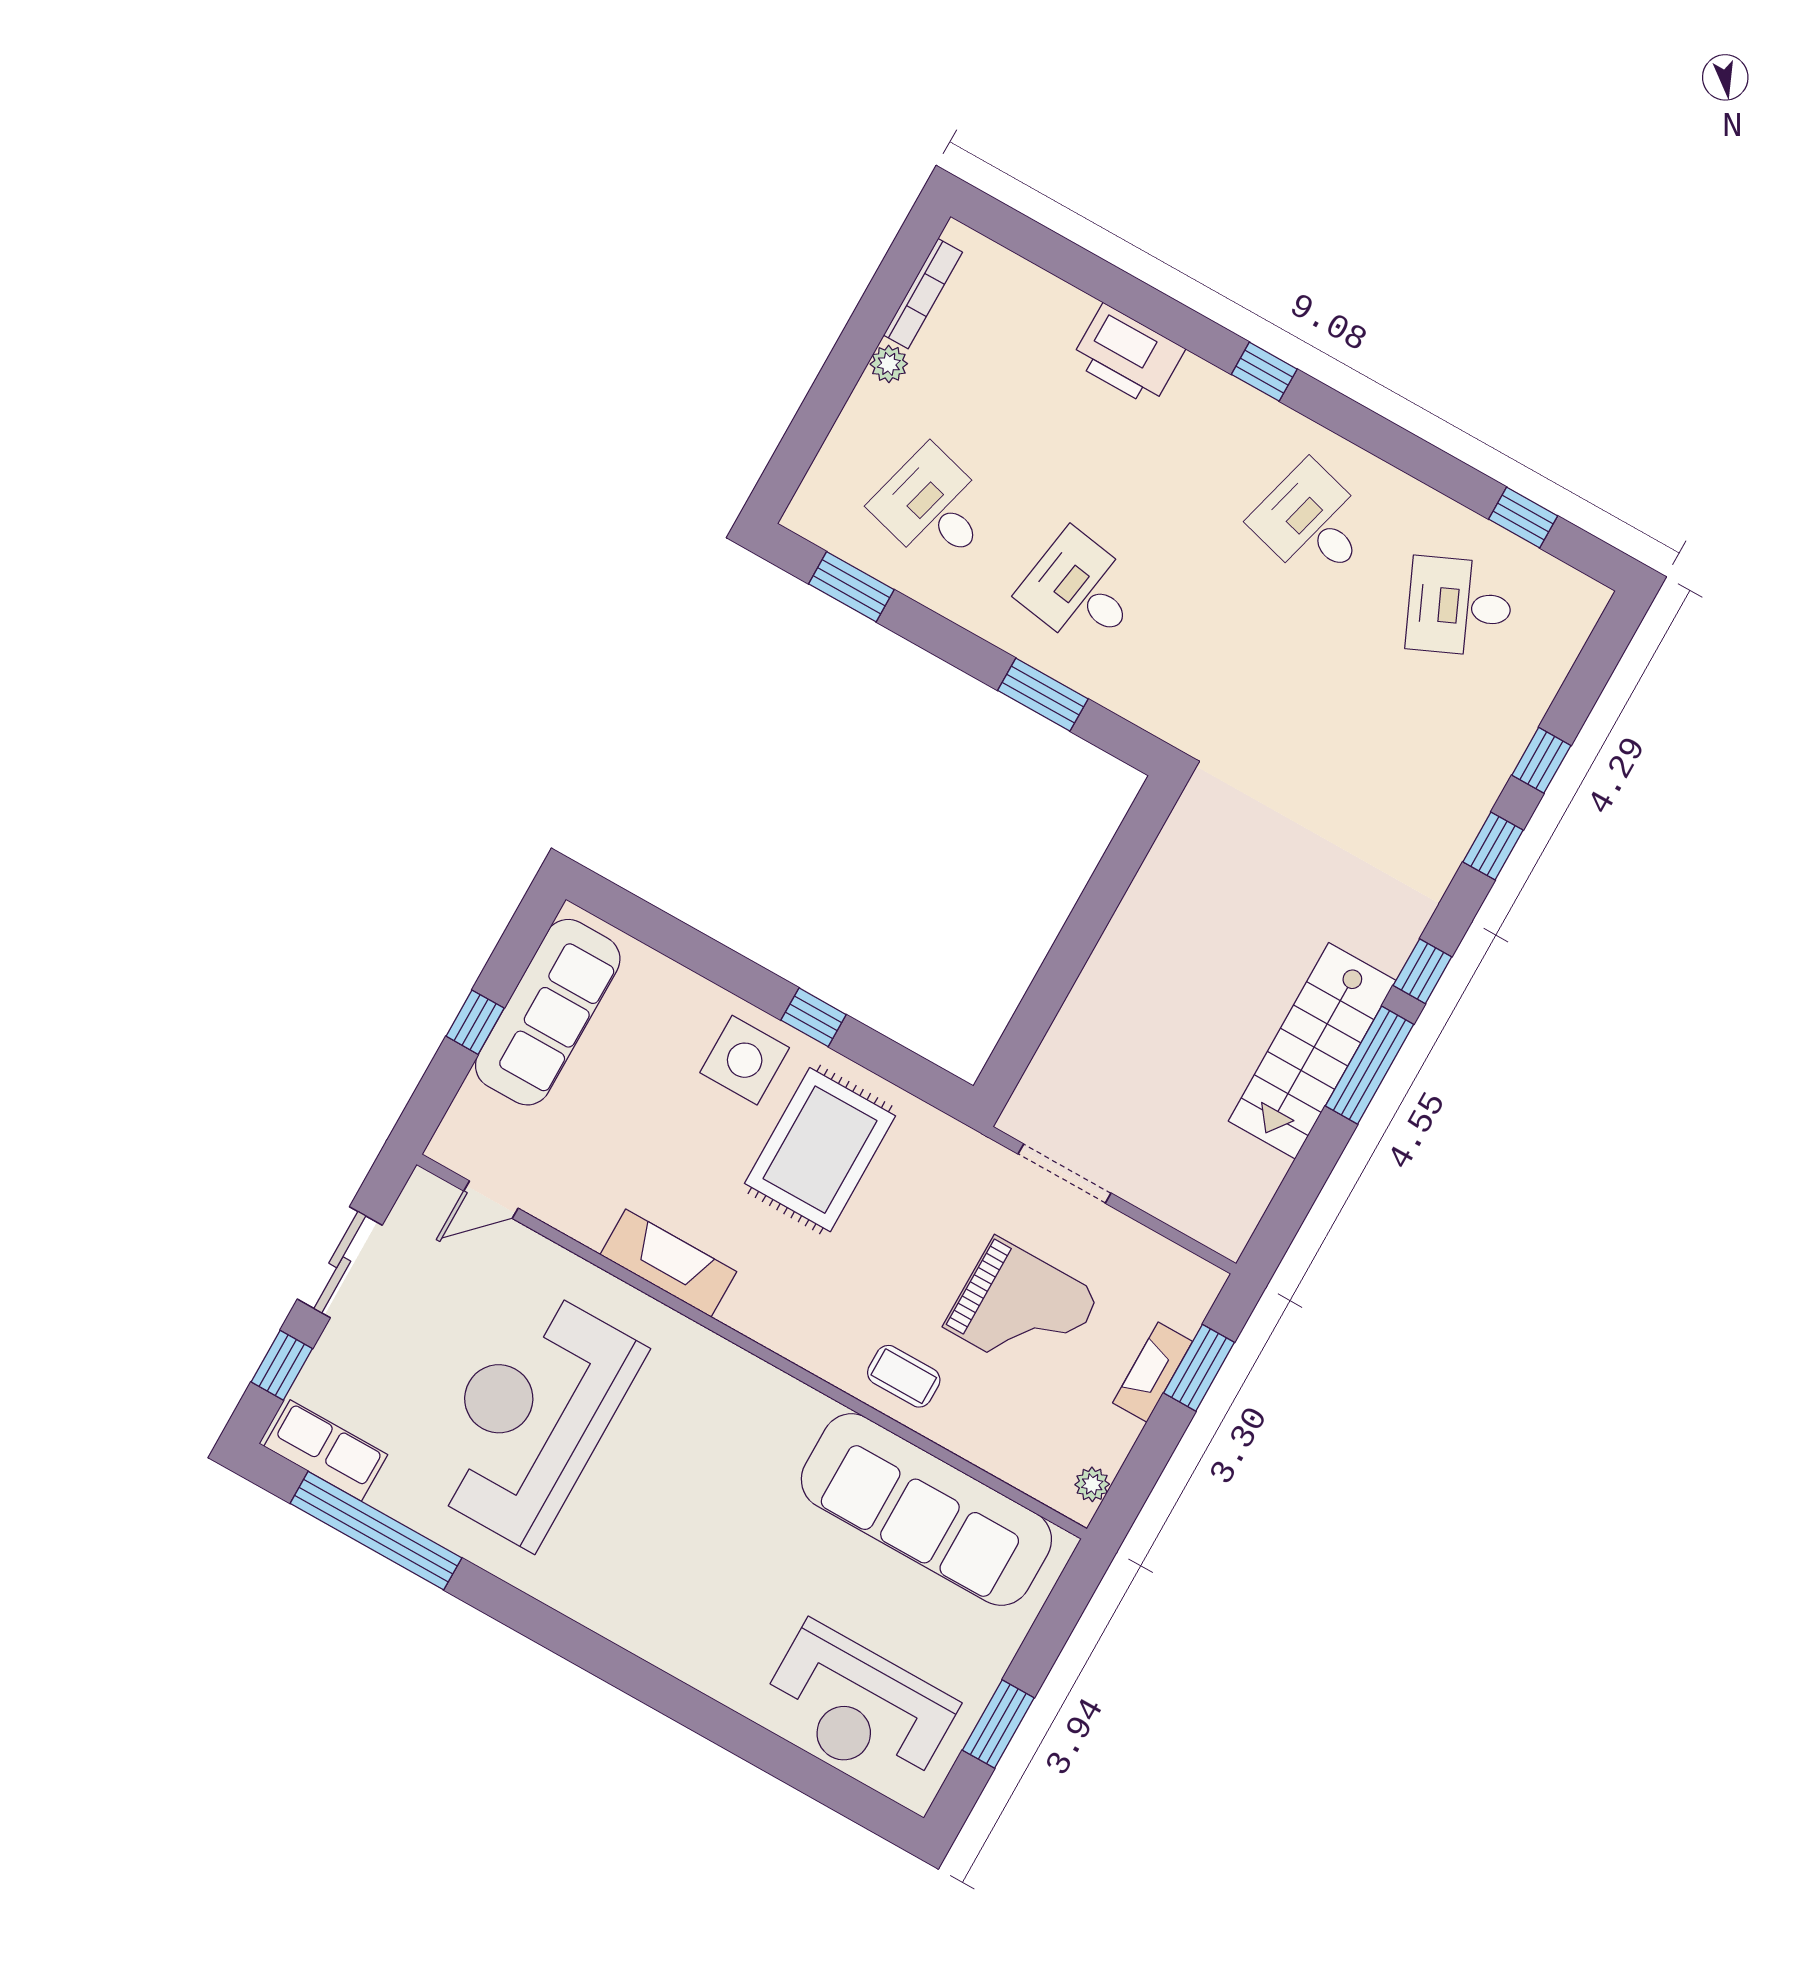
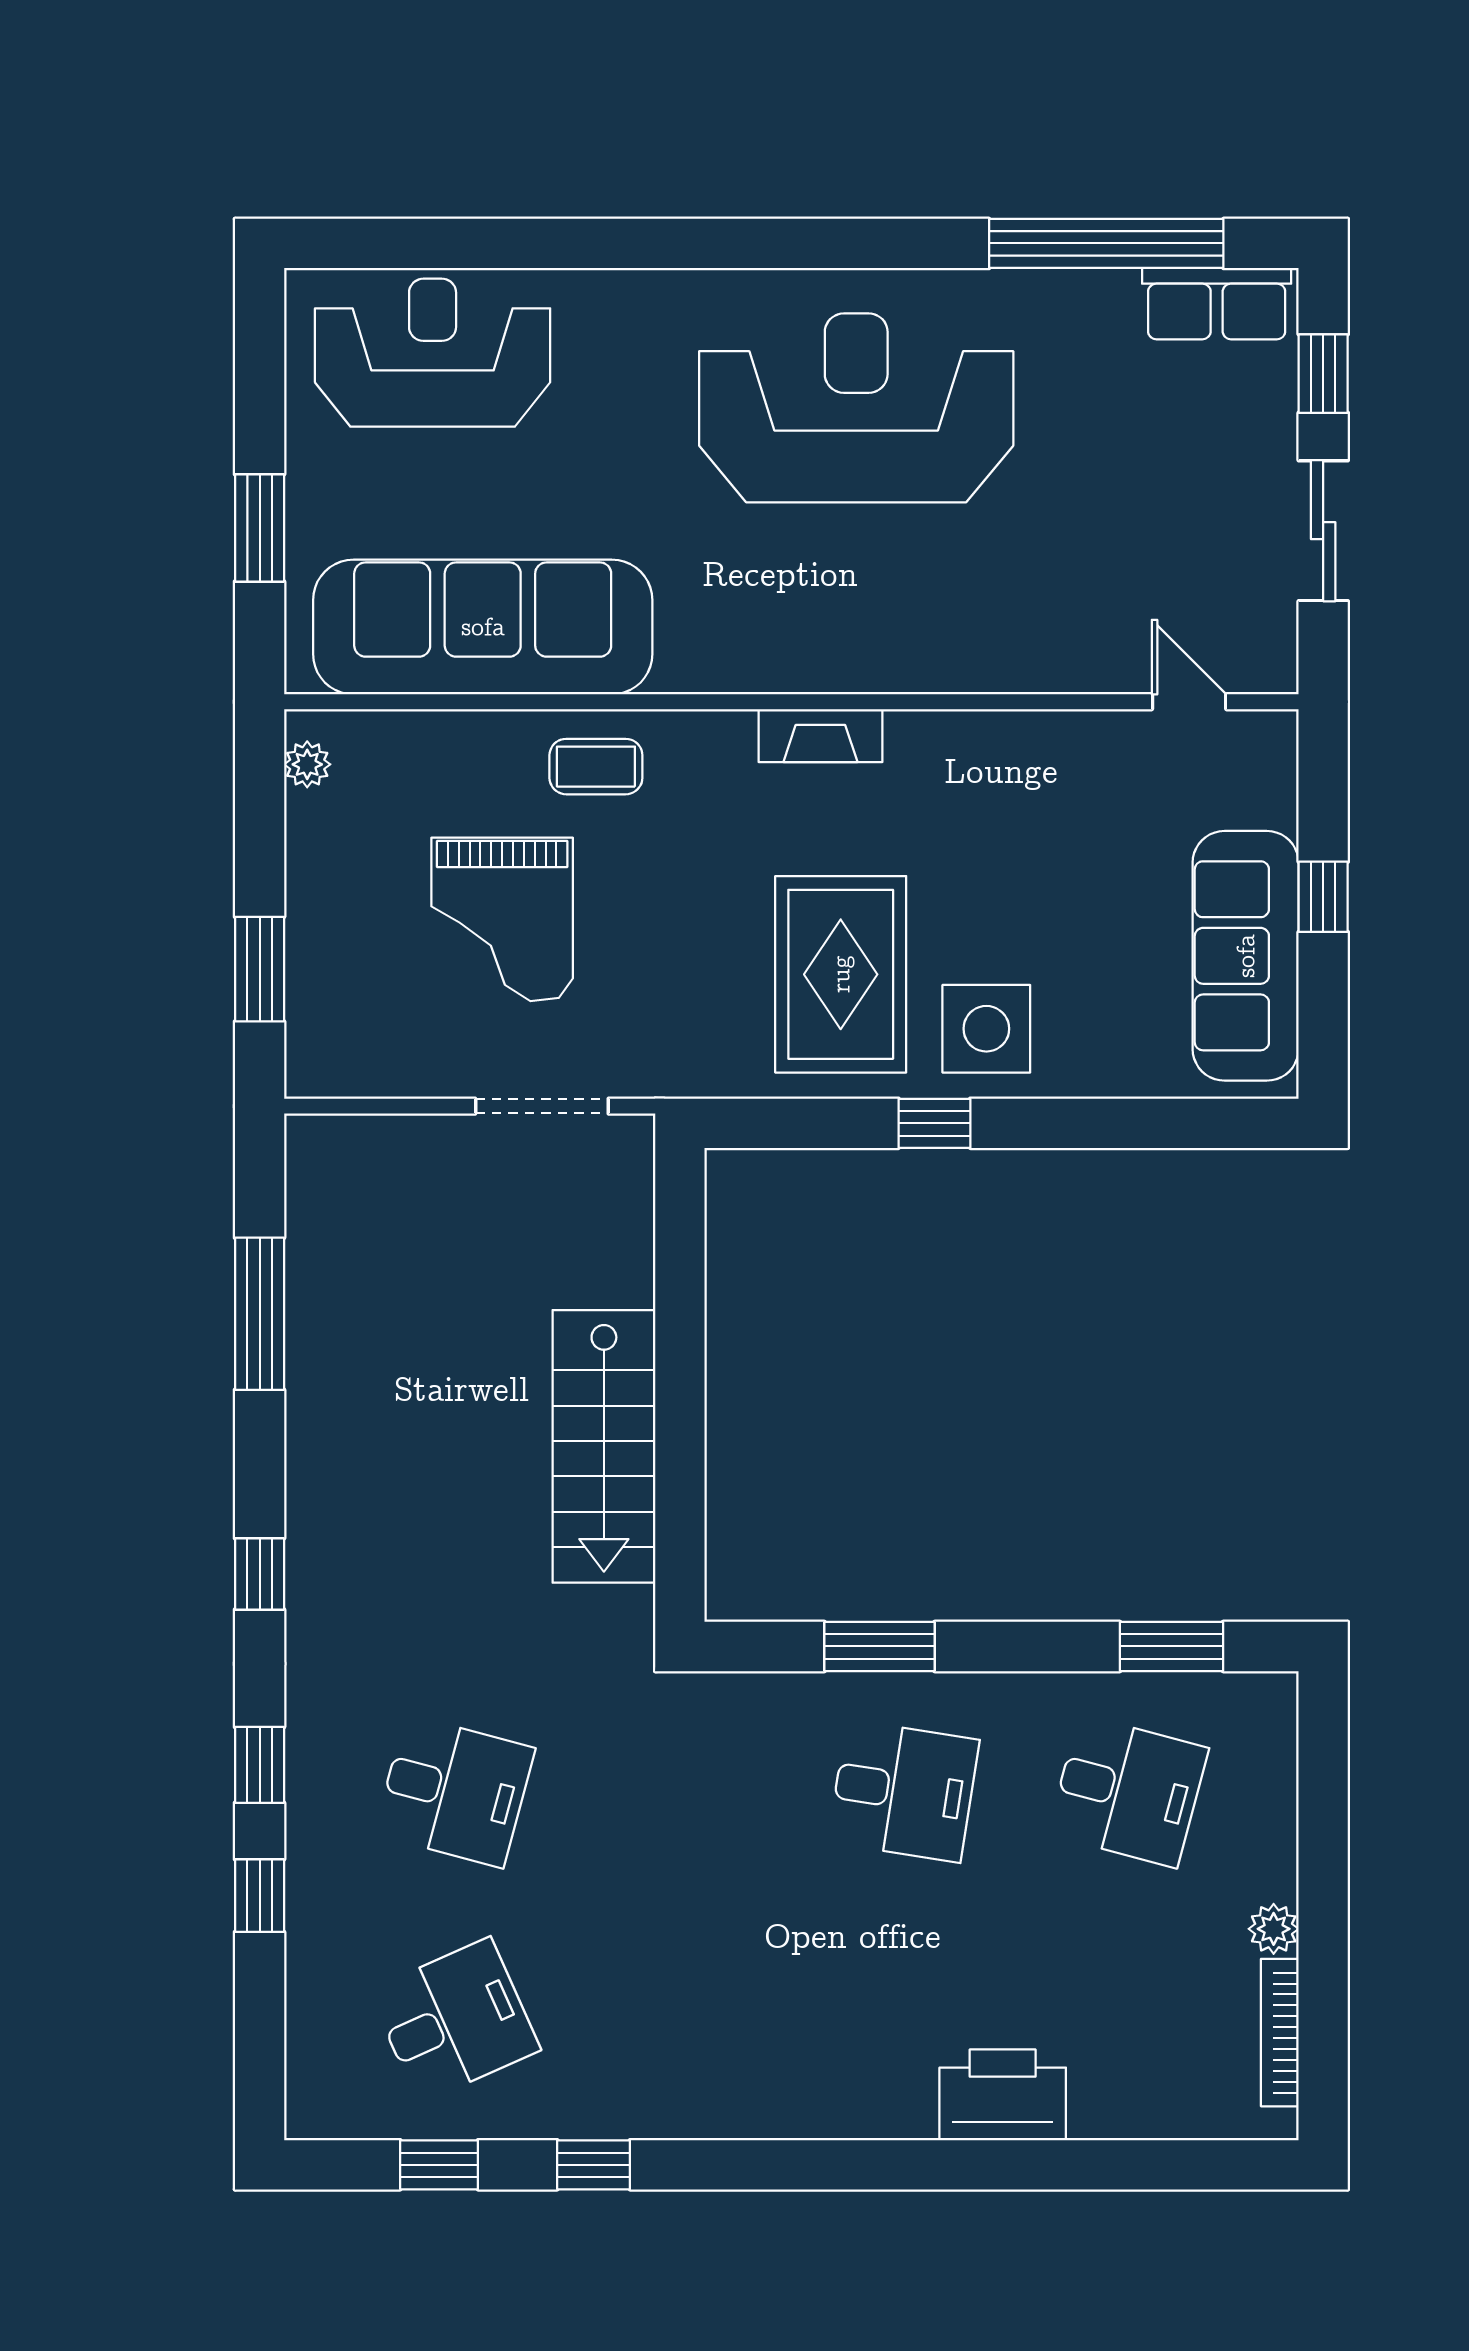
window: (1264, 372) -> (594, 2165), moved
desk: (1312, 524) -> (455, 1791), moved
stairs: (1312, 1051) -> (604, 1446), moved, turned 180
window: (1370, 1065) -> (260, 1314), moved
door: (491, 1200) -> (1189, 702), hinge flipped
fireplace: (668, 1263) -> (820, 736), moved, width x0.73, depth x0.76
grand piano: (1022, 1311) -> (502, 919), turned -90
fireplace: (1153, 1372) -> (310, 934), removed
reception desk: (531, 1417) -> (856, 408), moved, turned -90
window: (998, 1724) -> (260, 528), moved

